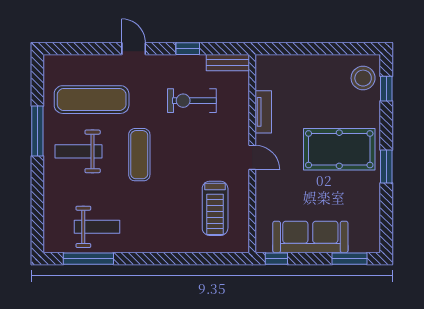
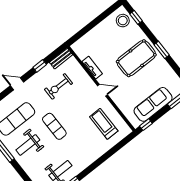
treadmill: (215, 208) -> (104, 124), turned 180

